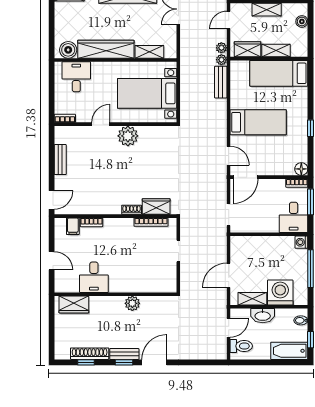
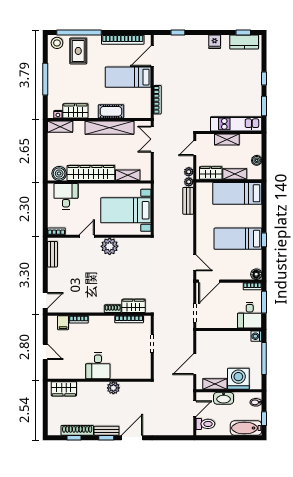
boiler: (302, 21) -> (257, 160), moved
bed: (258, 122) -> (238, 239), moved, turned 180
bench: (60, 160) -> (52, 254), moved
desk: (94, 277) -> (98, 366), moved

